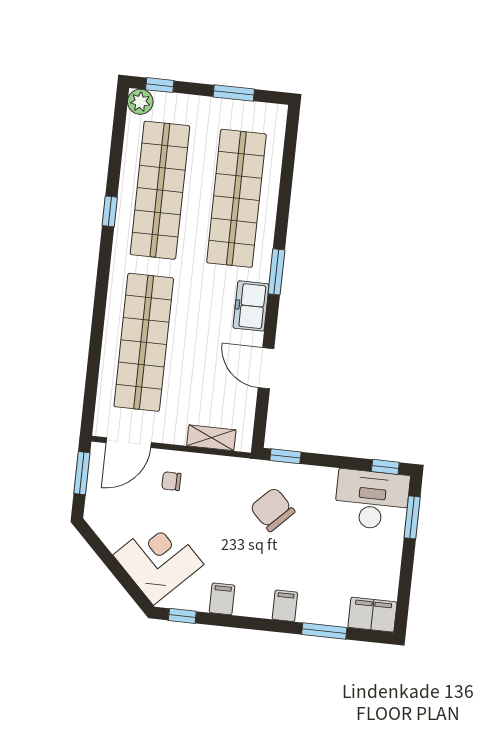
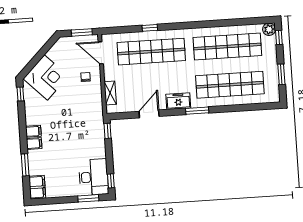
window: (110, 211) -> (150, 28), moved
chair: (272, 509) -> (80, 129), removed
filing cabinet: (222, 599) -> (33, 131), moved

